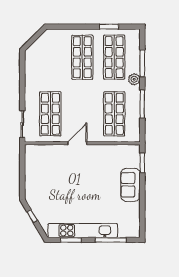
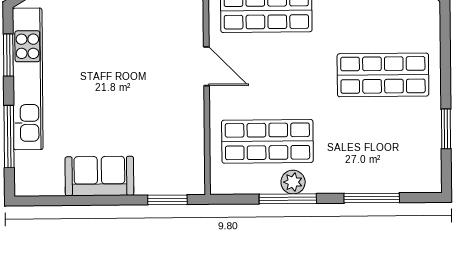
shop shelf: (114, 57) -> (383, 140), removed
plant: (134, 79) -> (293, 182), moved
sofa: (130, 185) -> (99, 176), moved

